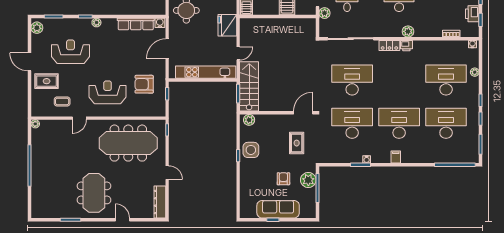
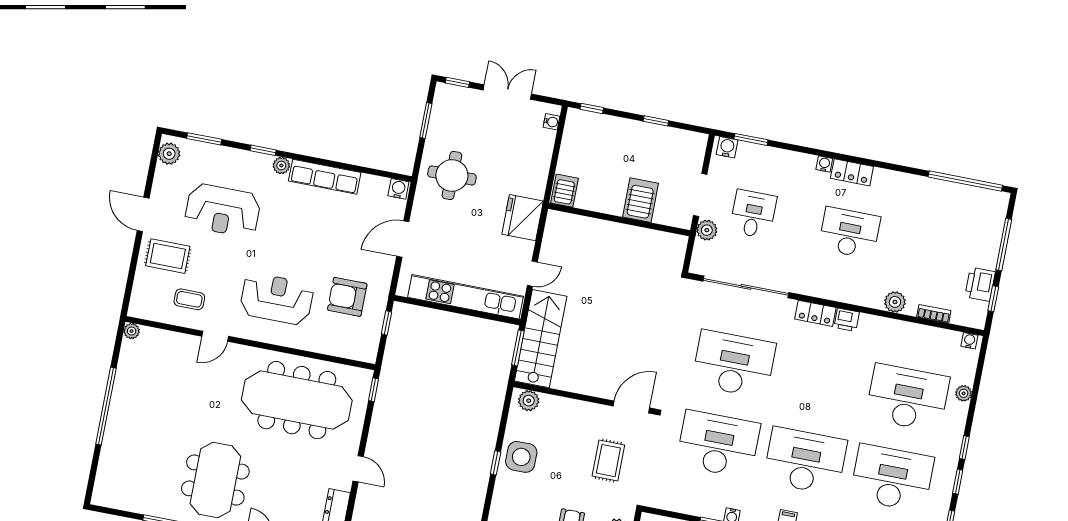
row of seats: (136, 24) -> (325, 177), moved
plant: (408, 31) -> (895, 302), moved
reception desk: (71, 52) -> (223, 210), turned 180

